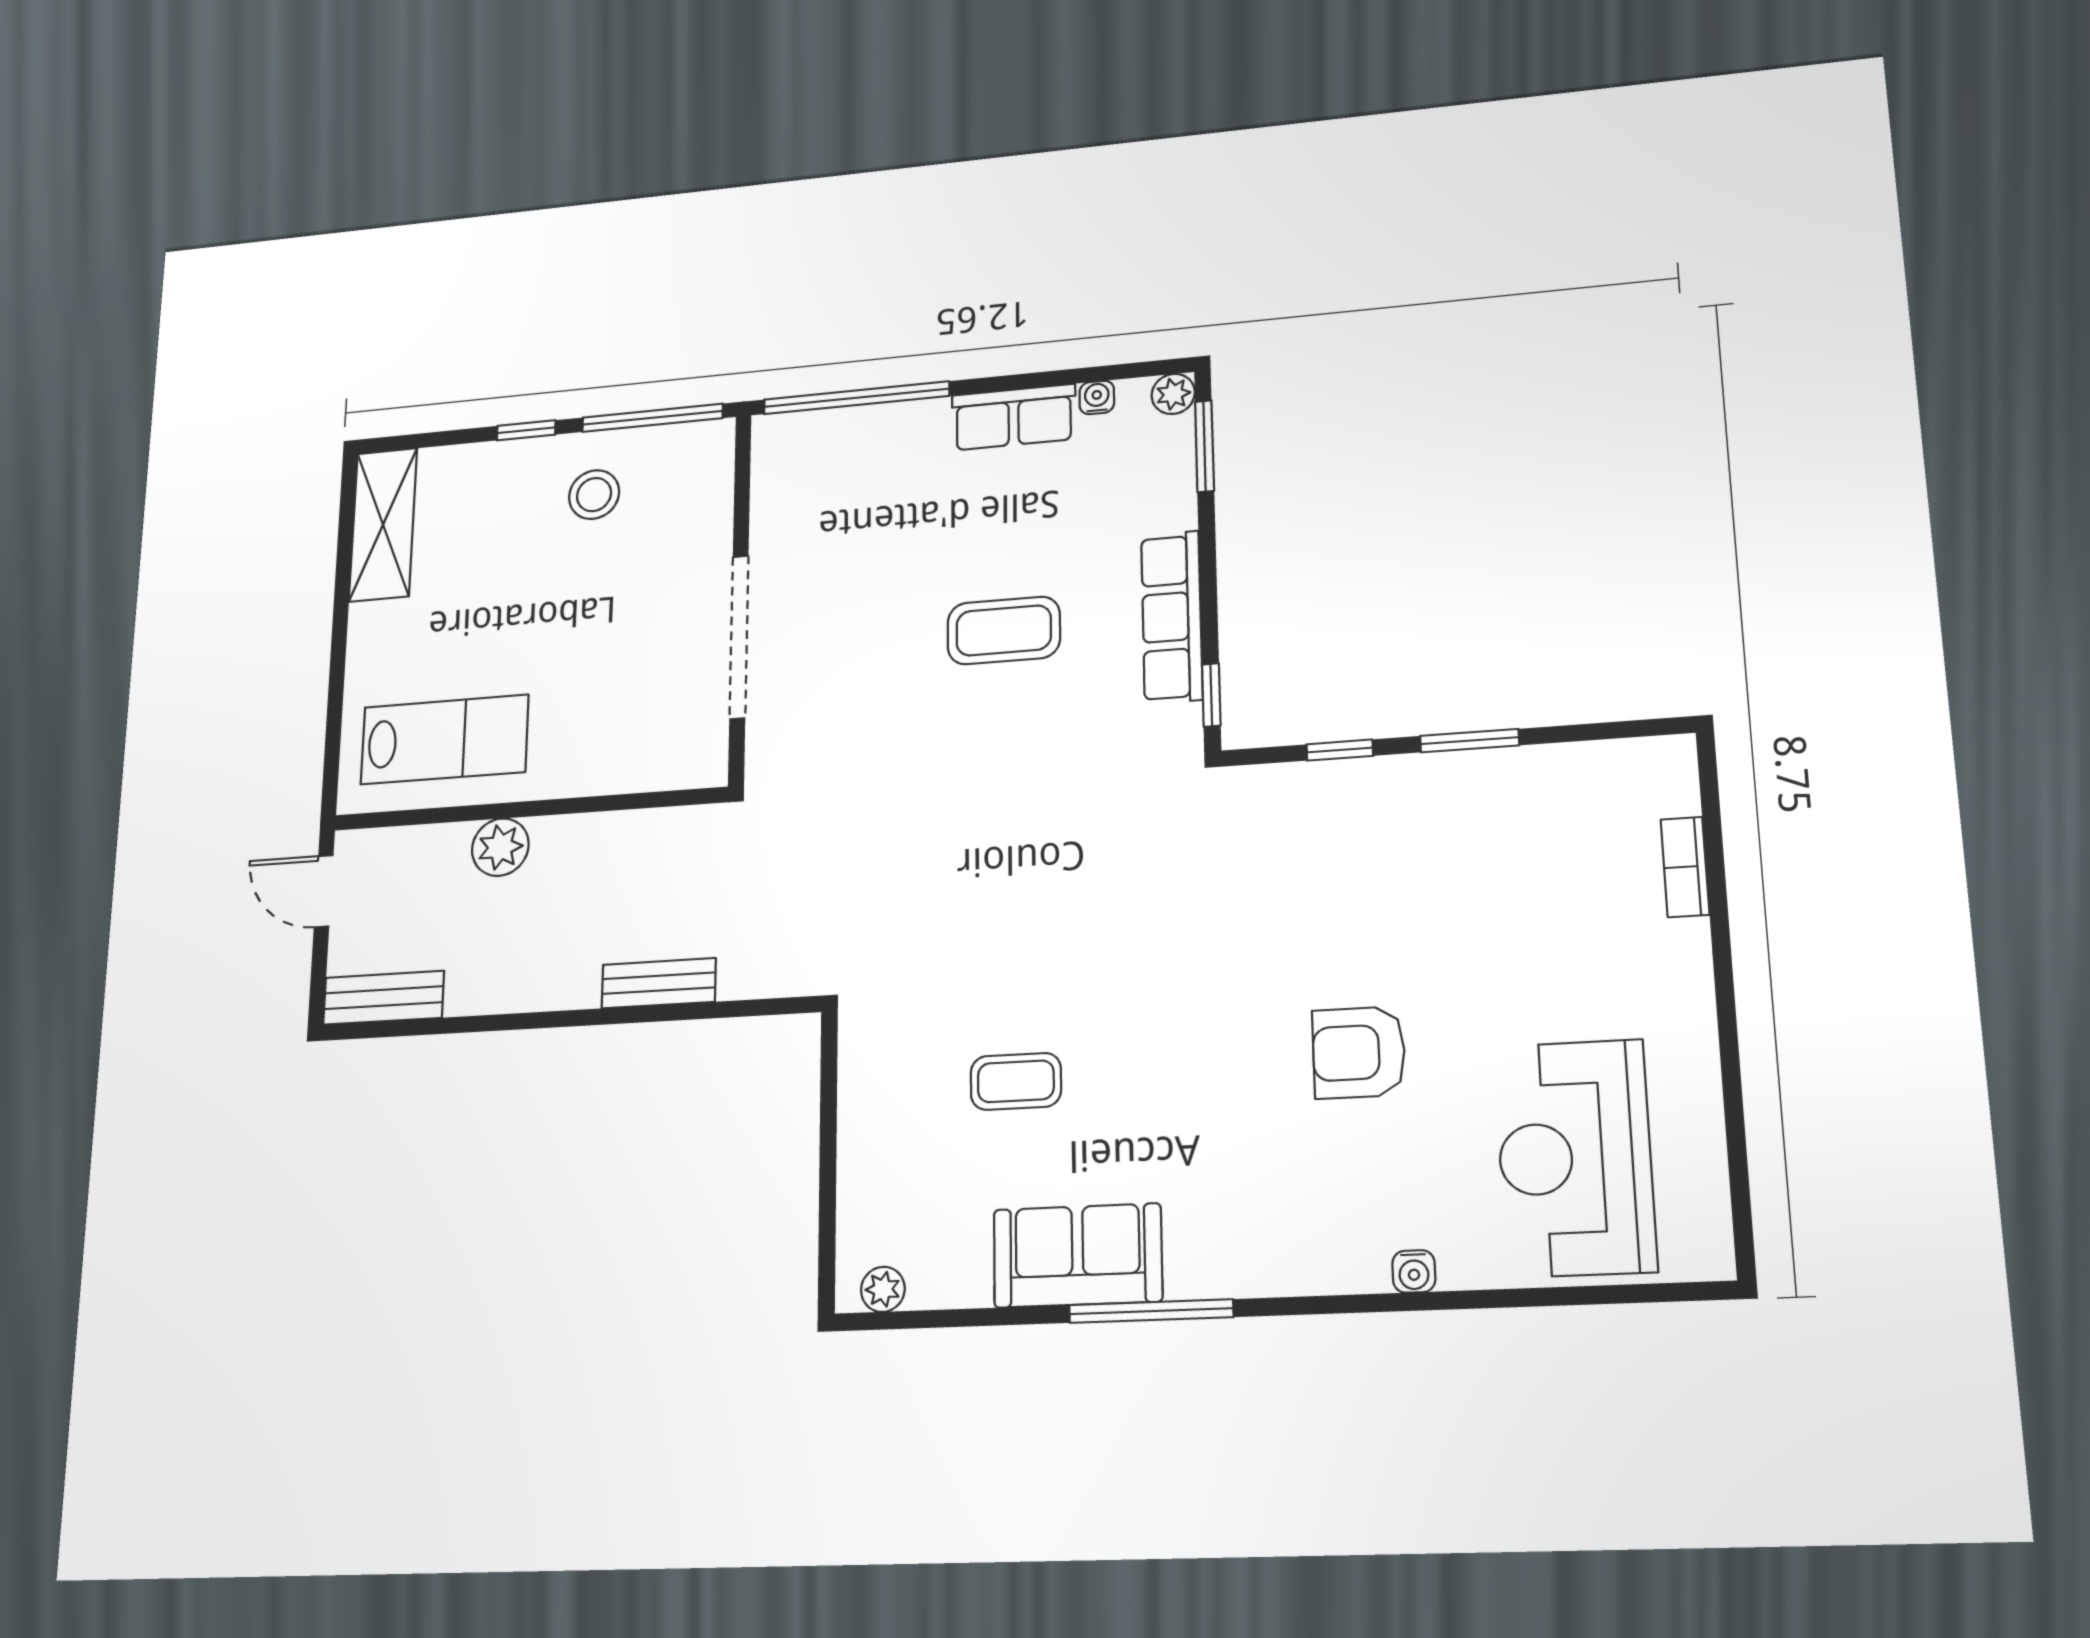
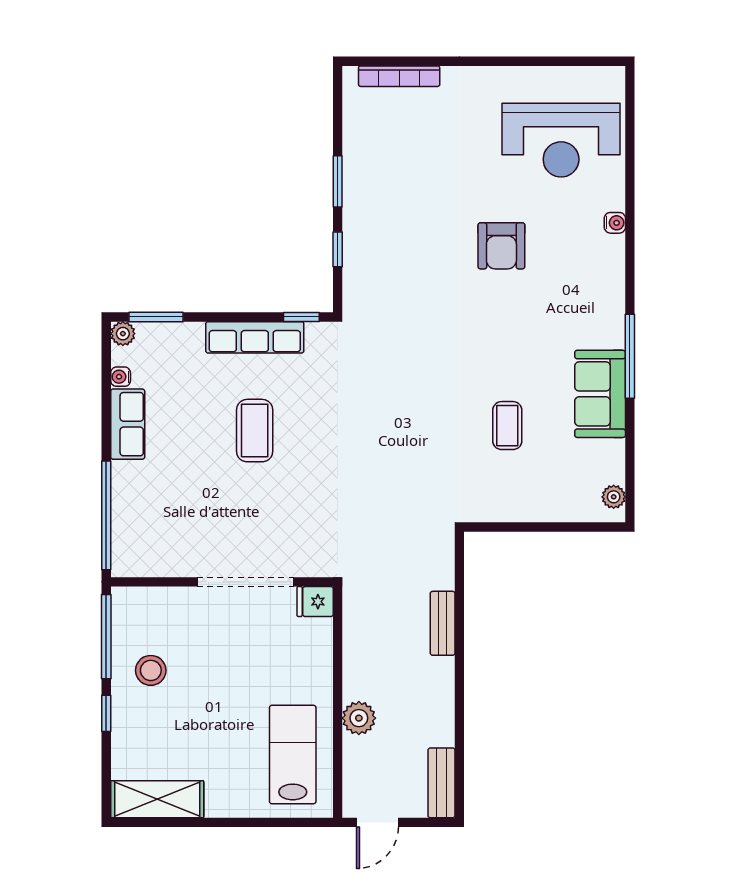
fridge: (702, 757) -> (315, 602), added
bookcase: (1685, 867) -> (399, 76), width x1.56

